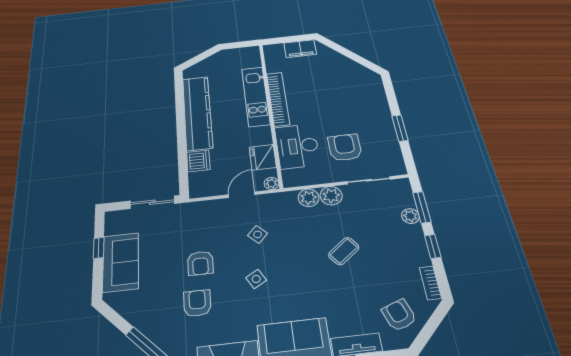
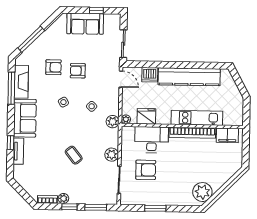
filing cabinet: (300, 49) -> (227, 135), moved, turned -90
plant: (361, 77) -> (202, 192), added
door: (242, 195) -> (121, 79), moved
plant: (309, 198) -> (113, 122), moved
plant: (410, 216) -> (63, 198), moved
armchair: (399, 315) -> (31, 178), removed

